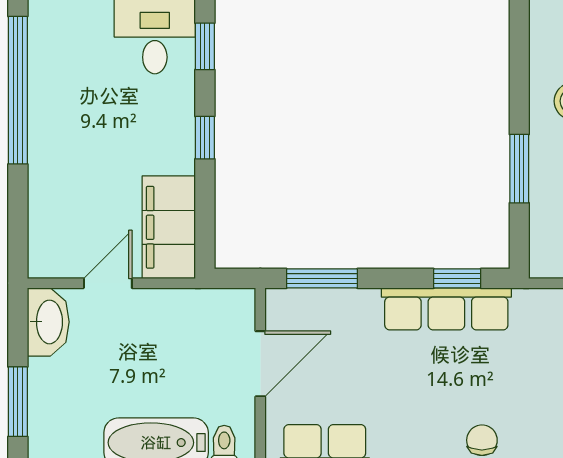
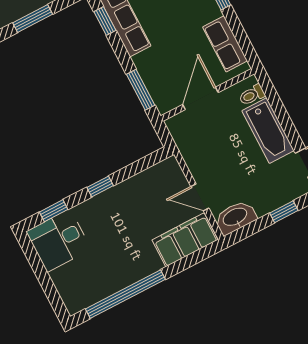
filing cabinet: (169, 227) -> (185, 240), moved, turned 180
door: (260, 364) -> (200, 98), hinge flipped
window: (18, 402) -> (284, 212), width x0.67

